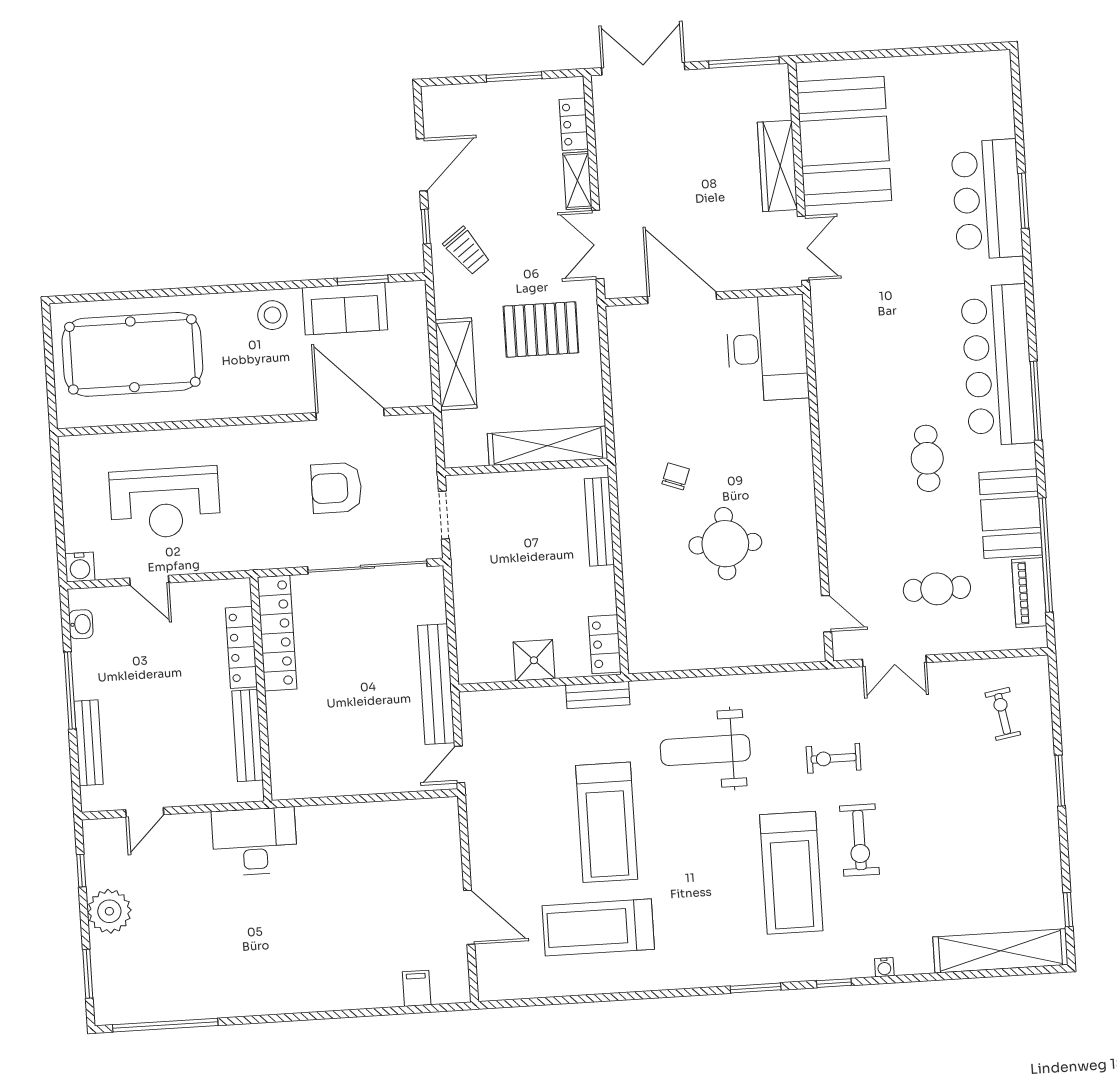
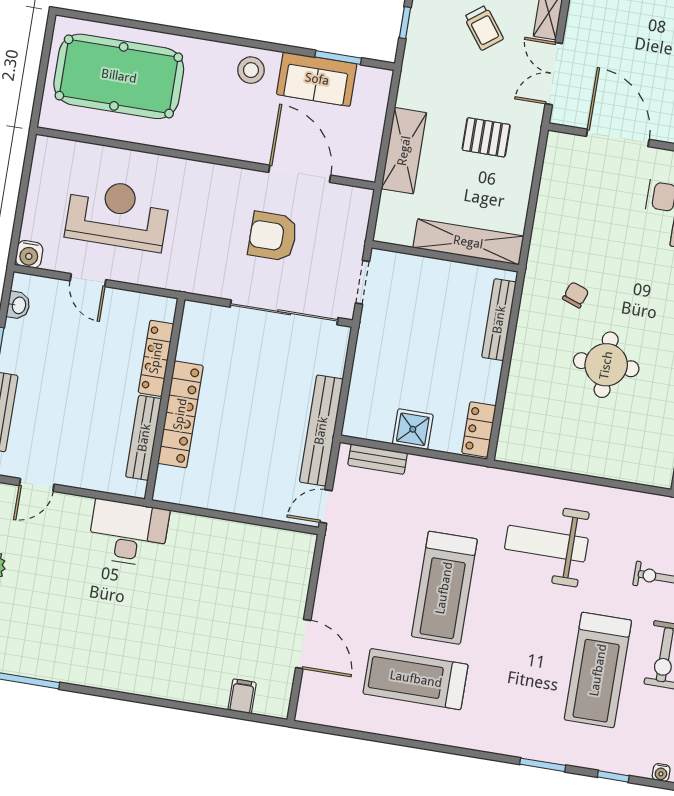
trolley: (467, 251) -> (484, 28), moved
pallet: (541, 329) -> (486, 137), width x0.67, depth x0.71
reception desk: (165, 503) -> (118, 215), turned 180
locker: (277, 633) -> (180, 414), moved
bench: (598, 695) -> (378, 459), moved

